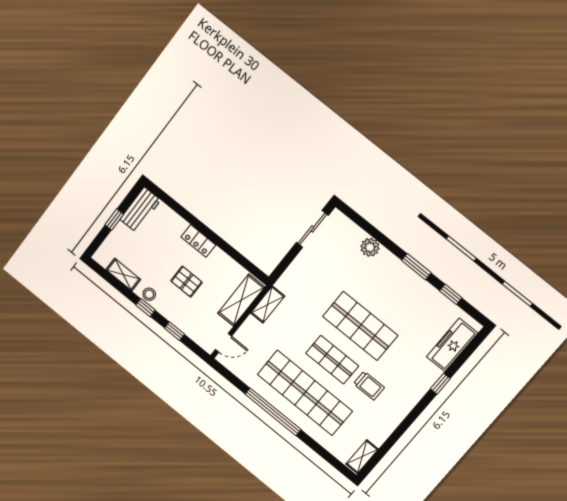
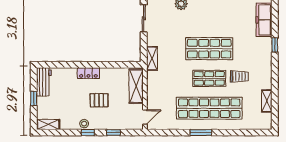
shelving: (123, 275) -> (48, 124), moved
shelving: (268, 305) -> (152, 58), moved
window: (273, 412) -> (201, 133), width x0.47
shelving: (362, 457) -> (267, 101), moved

